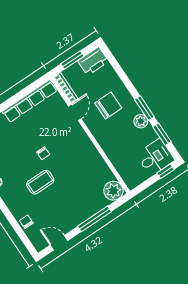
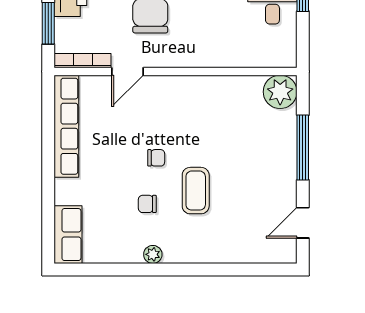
door: (75, 112) -> (127, 71), swing flipped
chair: (26, 222) -> (147, 204), moved

